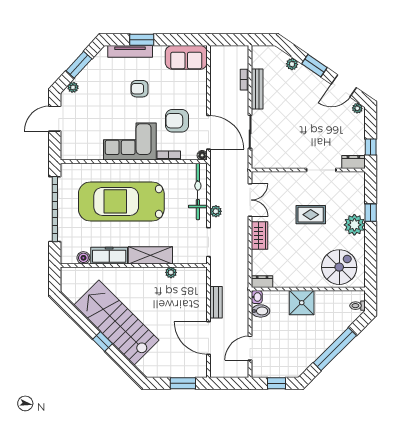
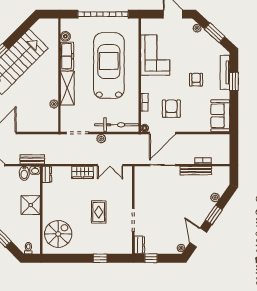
corner sofa: (130, 142) -> (155, 55), moved
plant: (354, 225) -> (91, 246), removed
spiral stairs: (339, 267) -> (58, 234), turned -90
bench: (216, 302) -> (32, 159), moved

